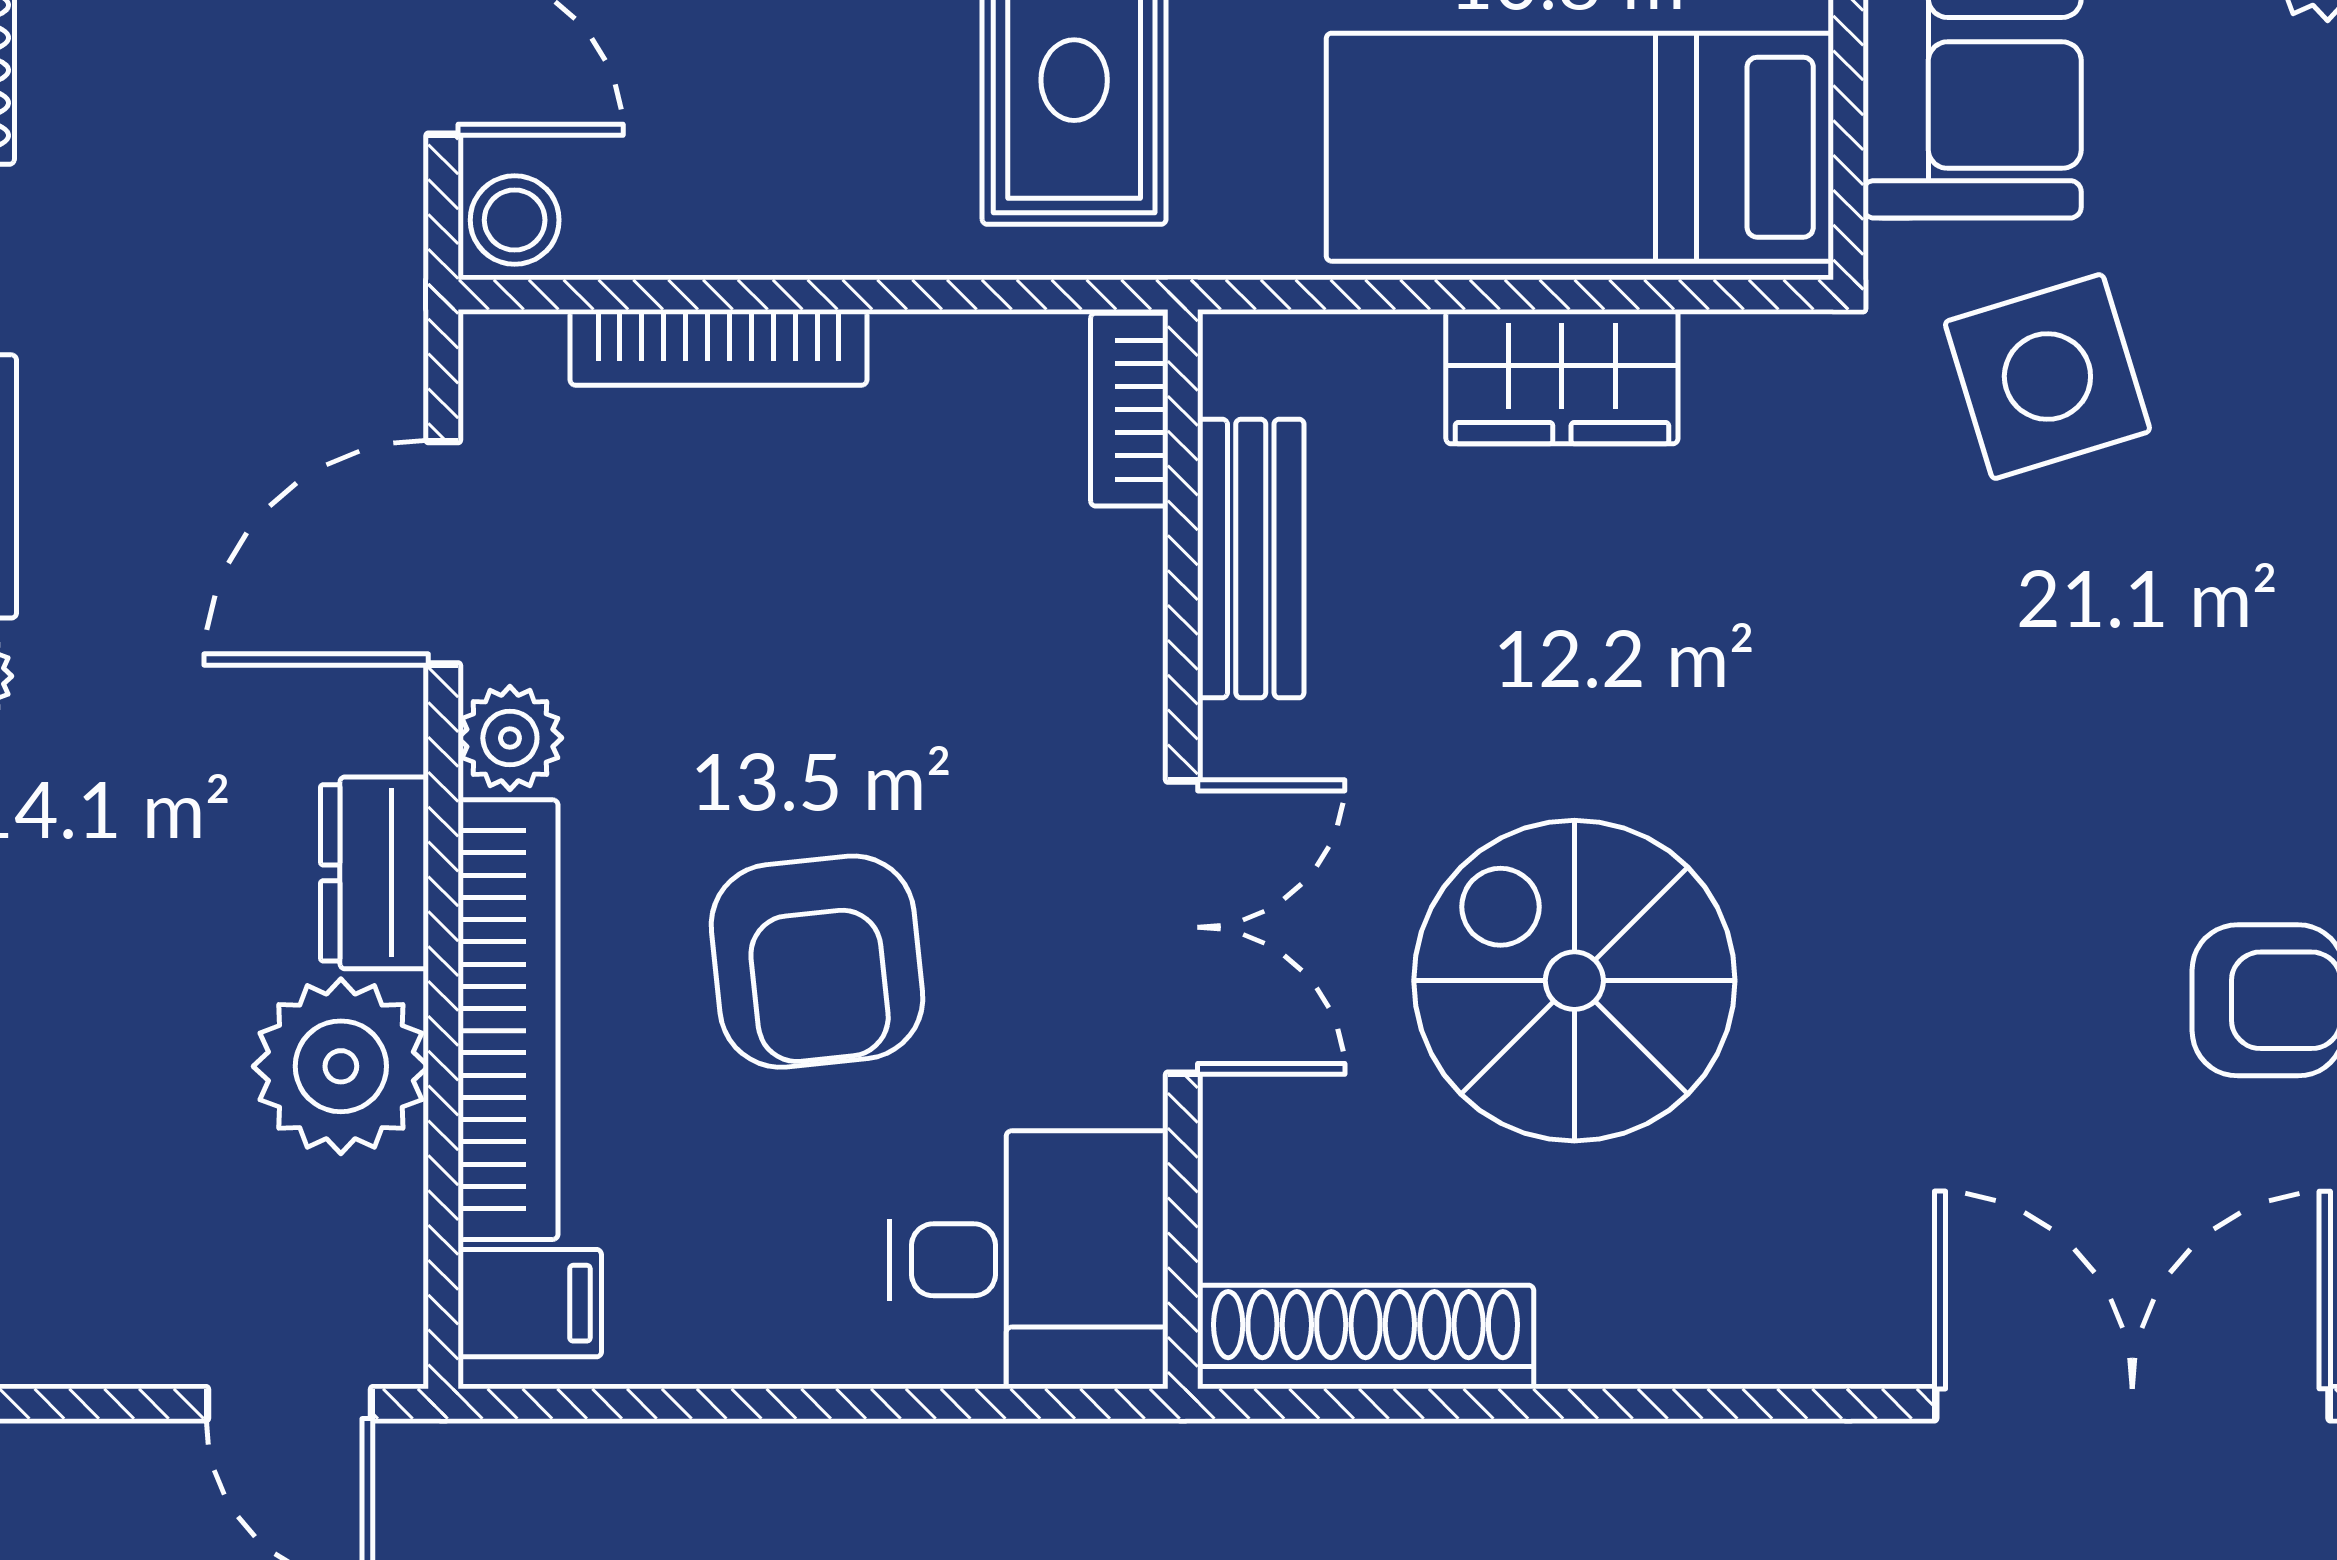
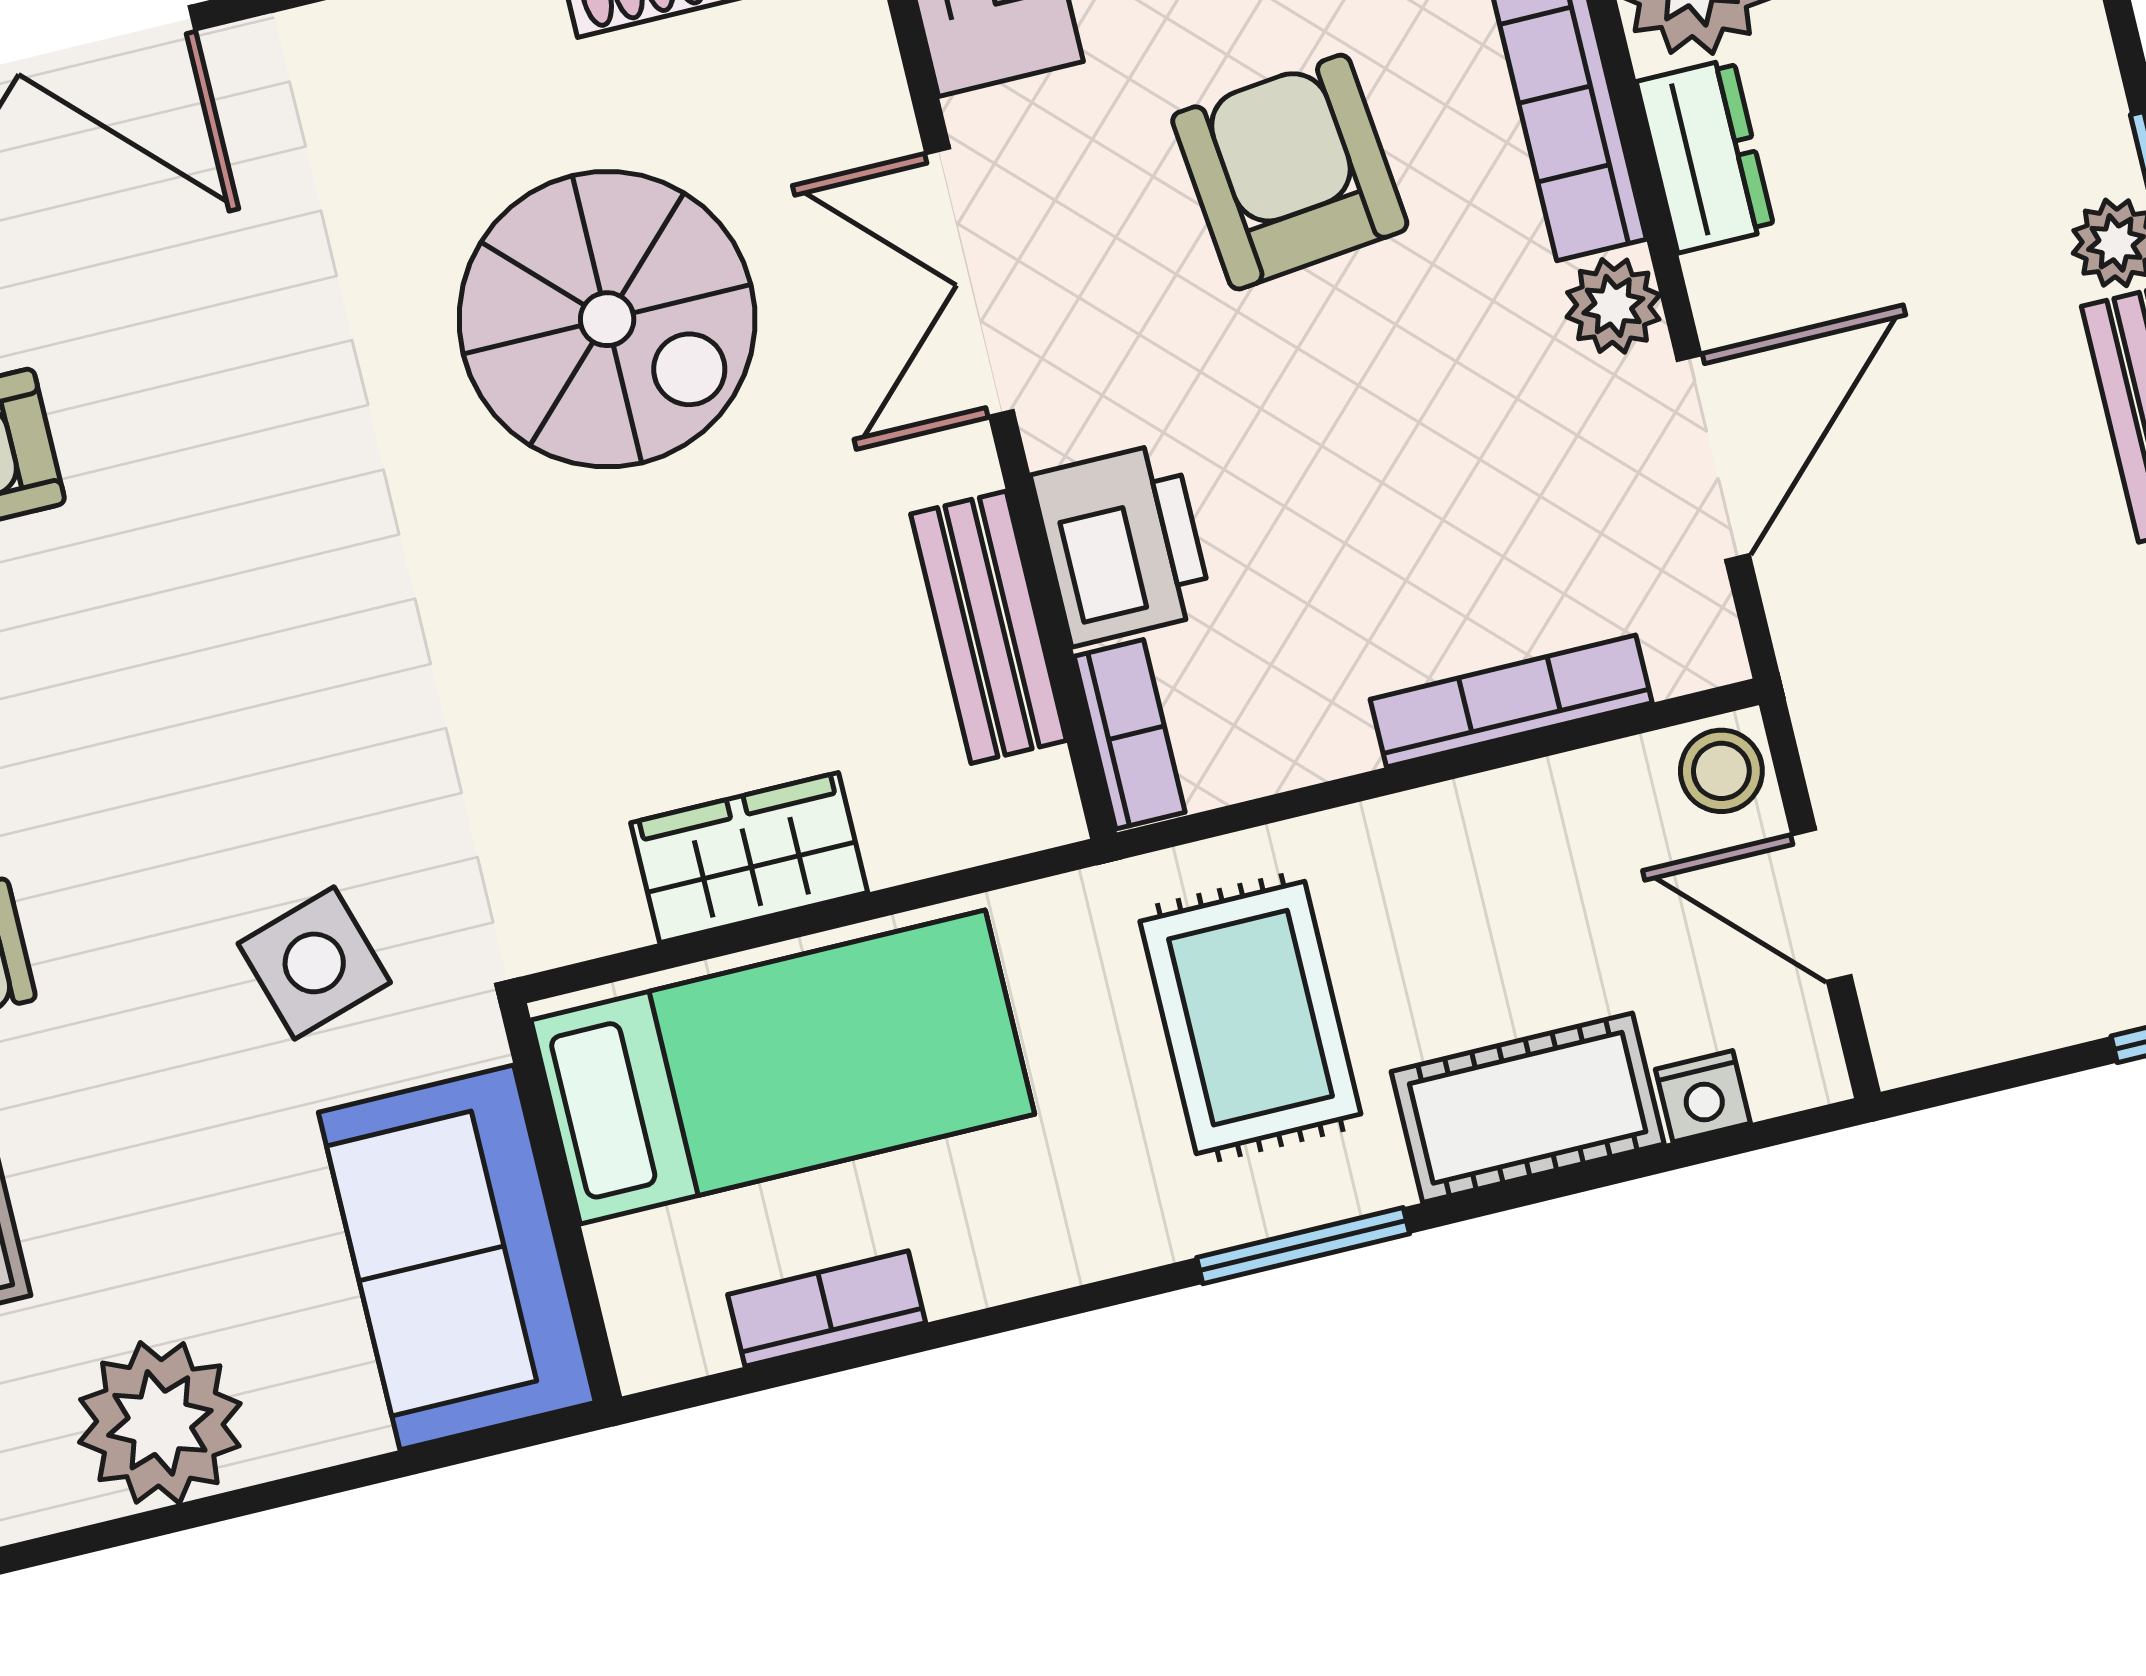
side table: (2047, 377) -> (314, 963), width x0.73, depth x0.73
printer: (1088, 612) -> (1122, 544), added

